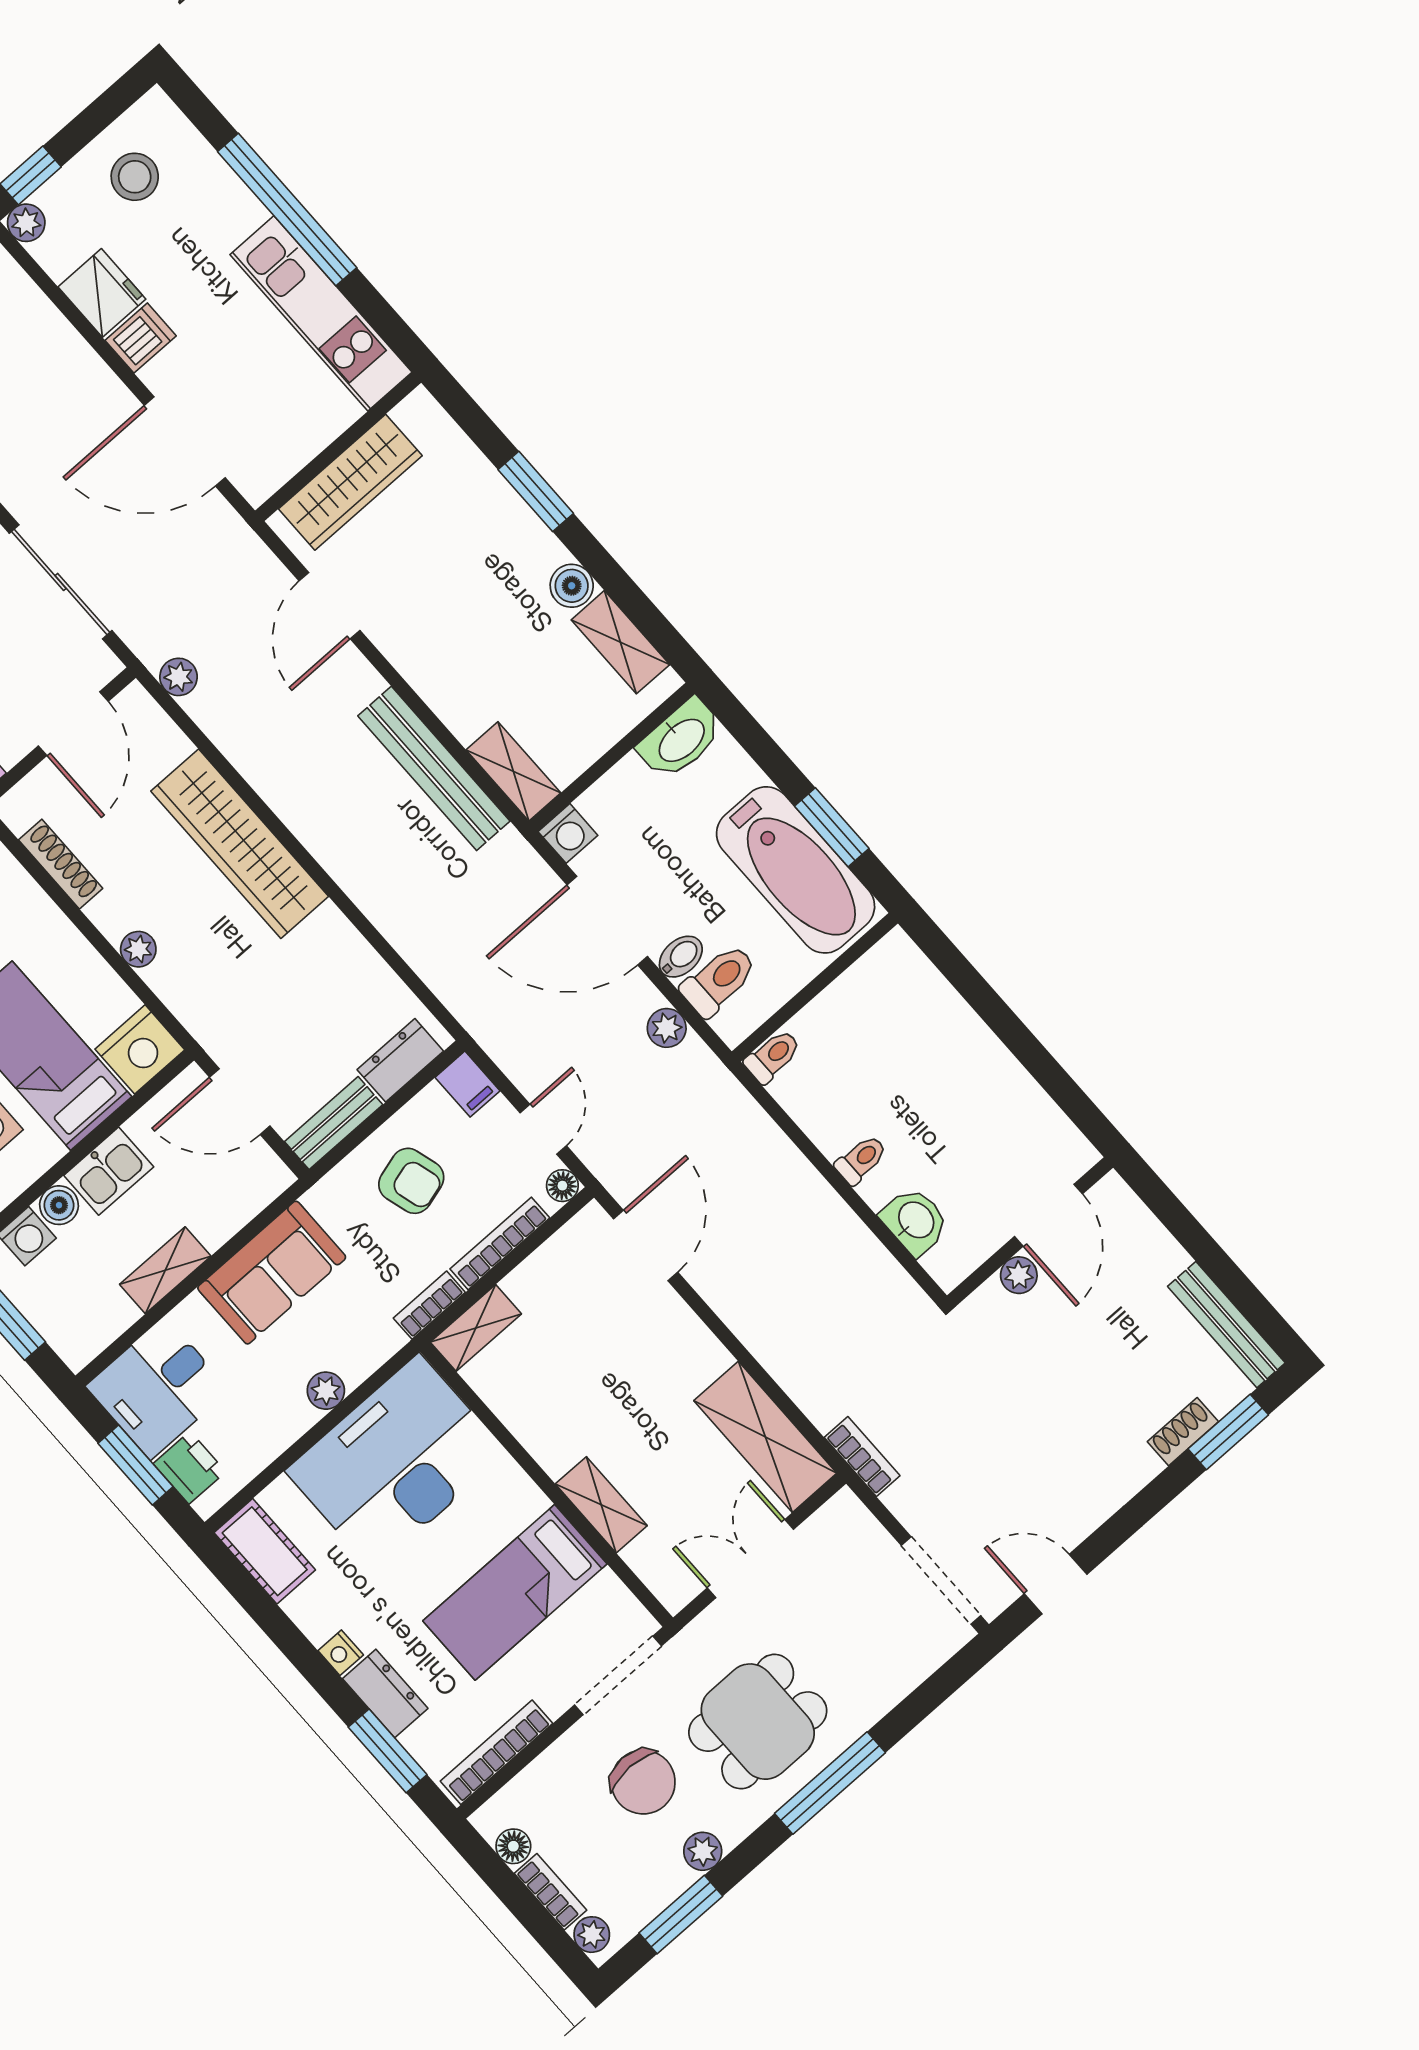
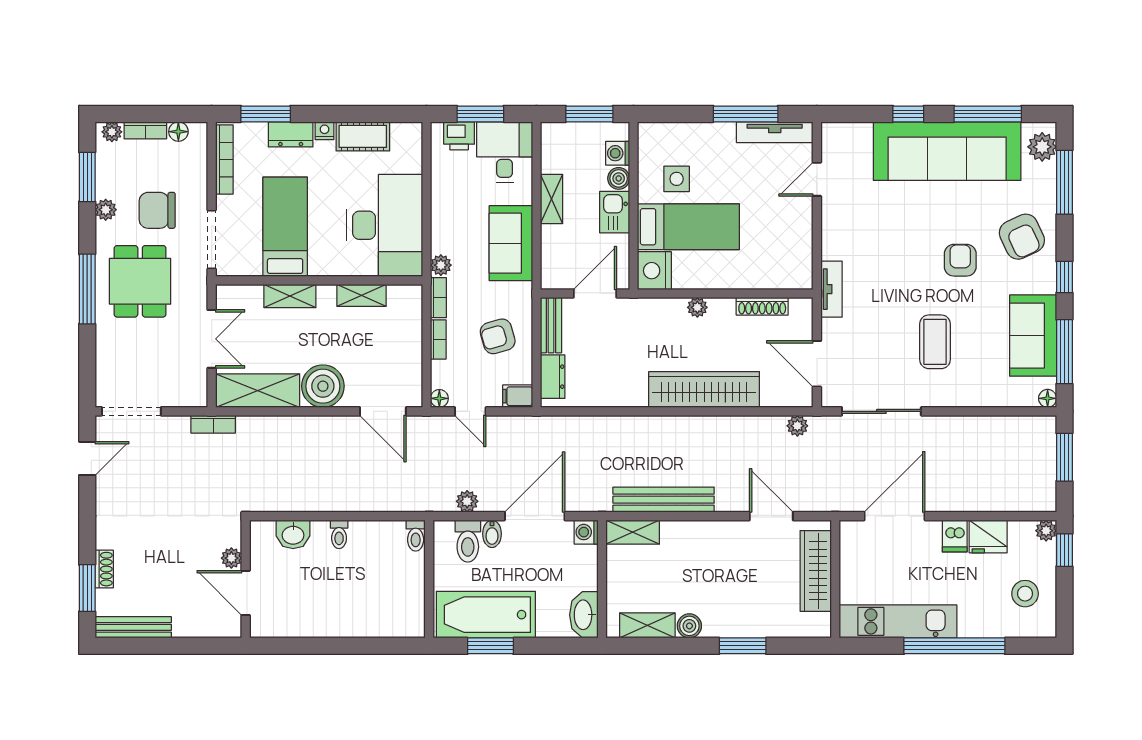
bookcase: (500, 1243) -> (438, 339), width x0.64
shelving: (476, 1328) -> (362, 295), moved, turned 90
boiler: (683, 1355) -> (323, 386), added
plant: (326, 1391) -> (441, 265), moved
cot: (265, 1551) -> (363, 136), moved

